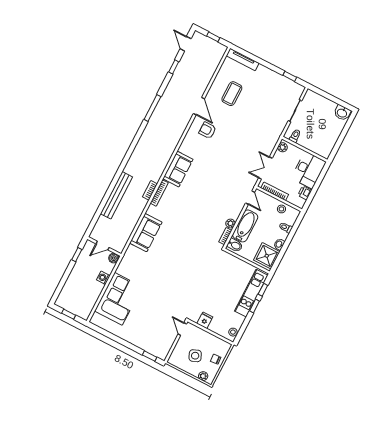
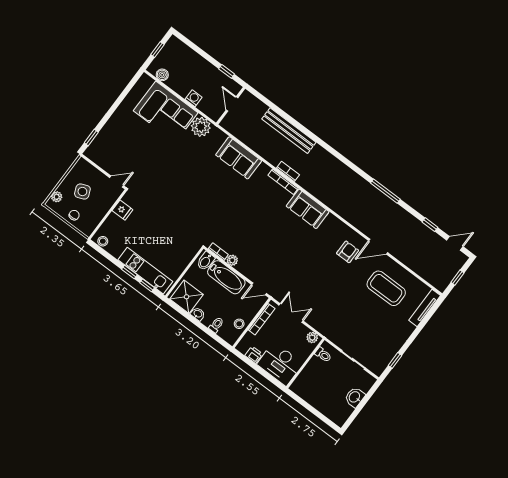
coffee table: (232, 94) -> (386, 288), width x1.36, depth x1.32
washbasin: (342, 113) -> (355, 397), moved
boiler: (114, 258) -> (162, 75), moved
plant: (126, 268) -> (201, 127), added

